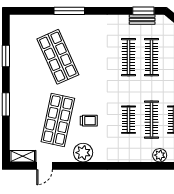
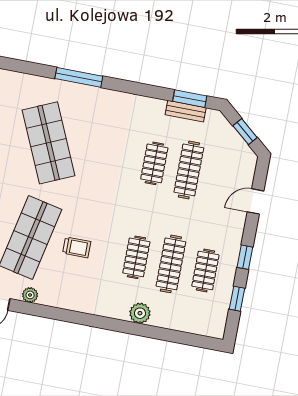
clothes rail: (128, 57) -> (154, 163), width x0.73
plant: (83, 153) -> (30, 295), moved, width x0.53, depth x0.53
plant: (160, 155) -> (140, 313), moved

